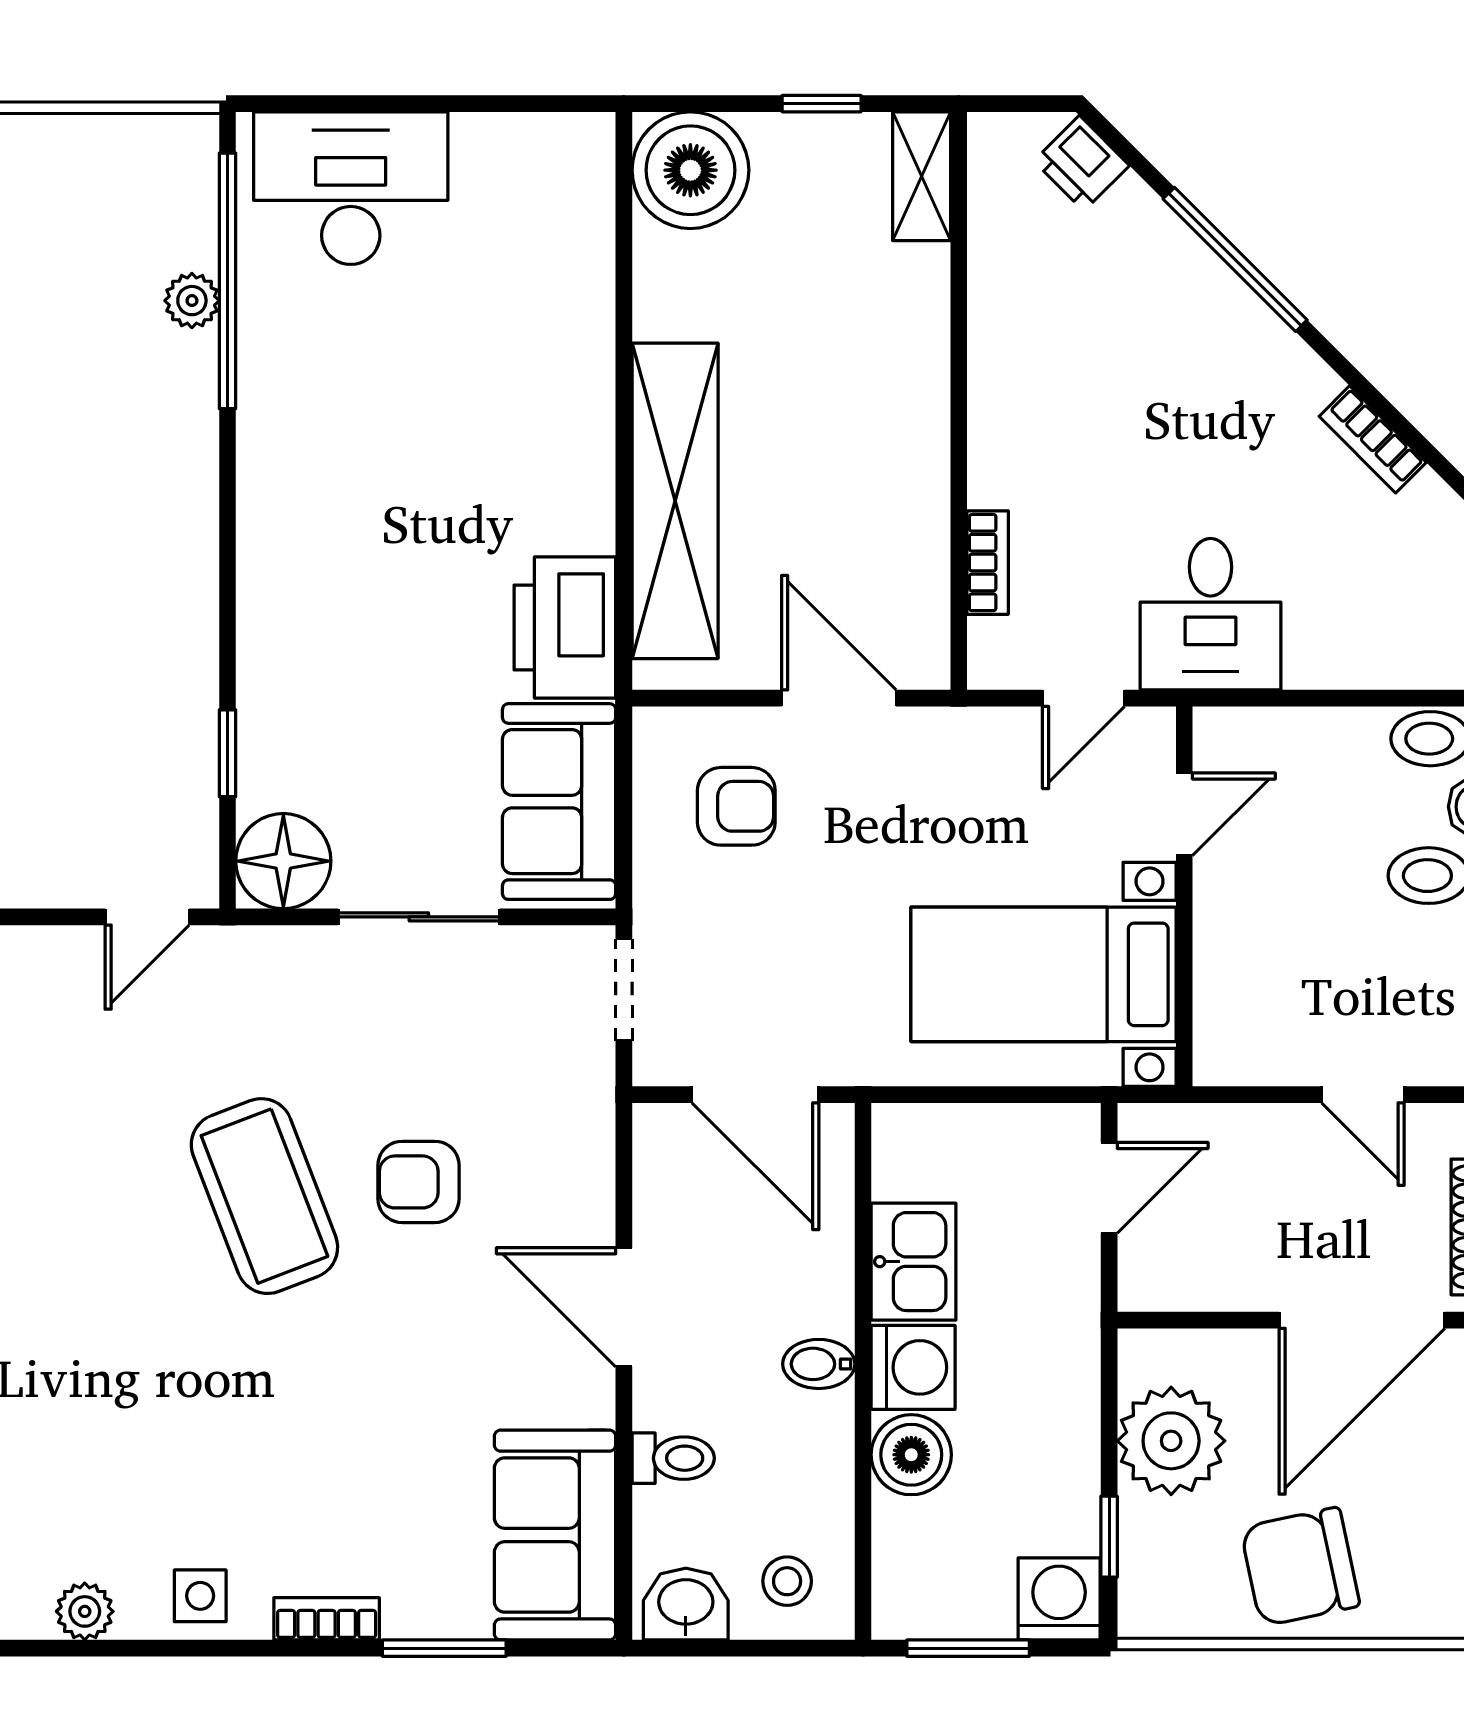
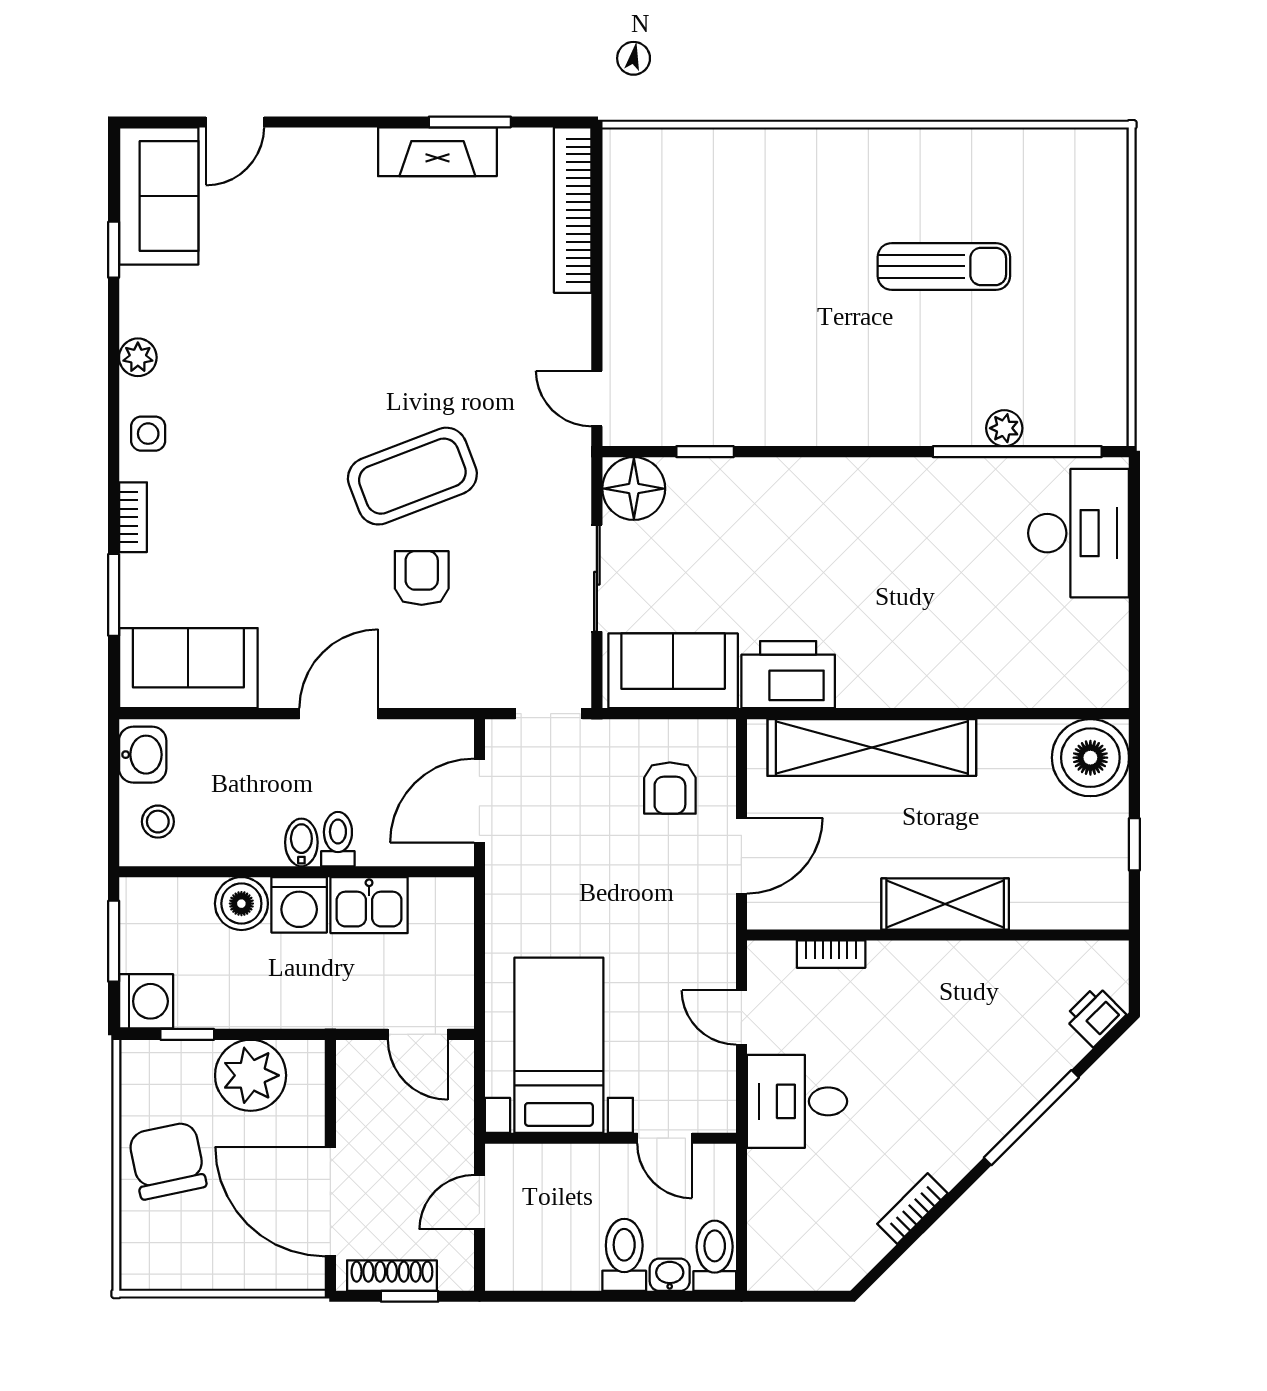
shelving: (922, 176) -> (945, 904), moved, width x1.50, depth x1.33
door: (1184, 814) -> (665, 1138), moved
wall: (1184, 896) -> (610, 1138), moved
bed with nightstands: (1043, 974) -> (559, 1045), moved
toilet: (673, 1458) -> (338, 839), moved, turned 180

